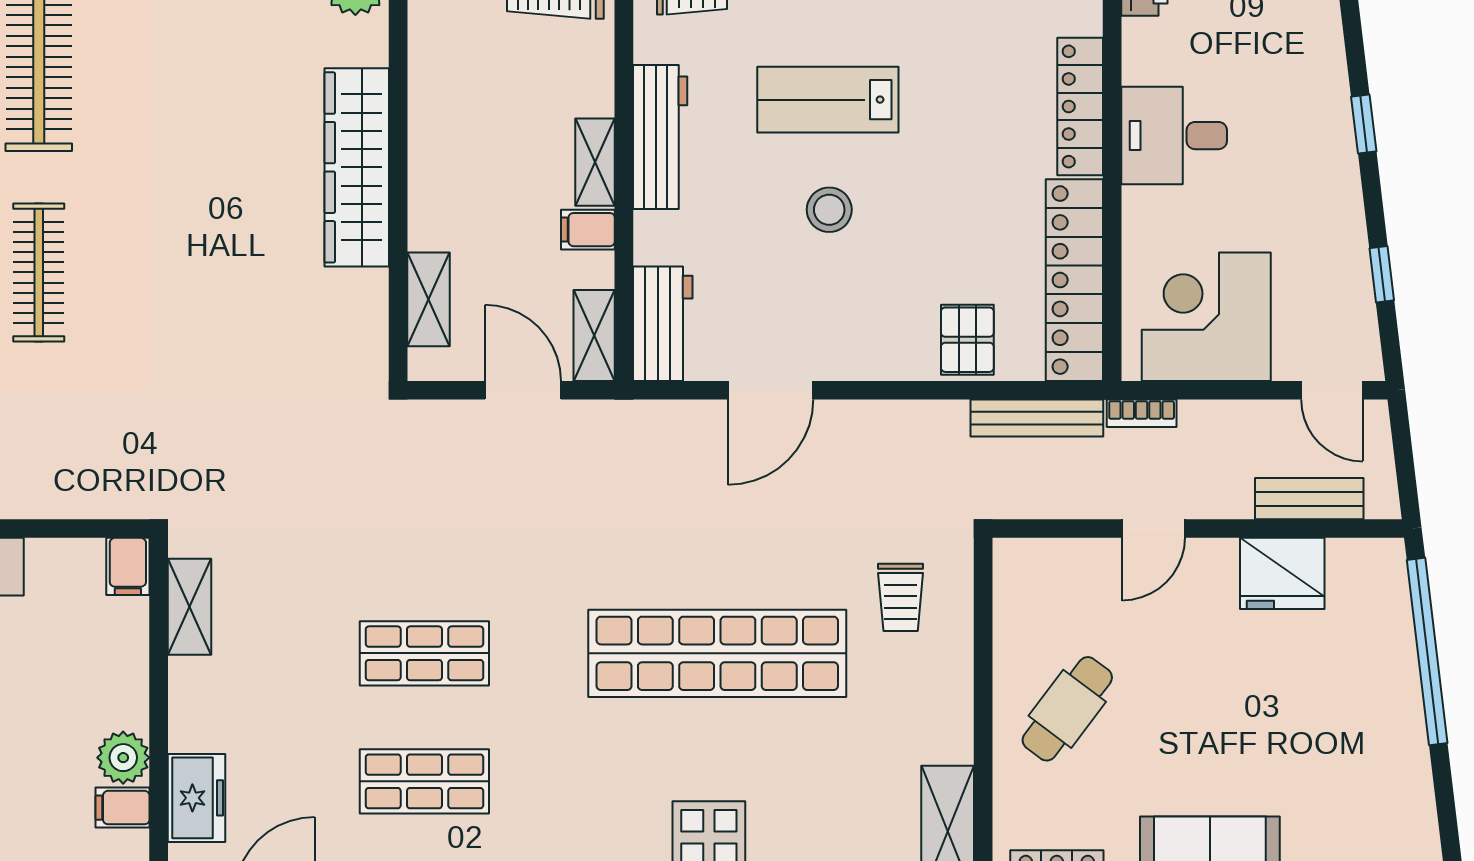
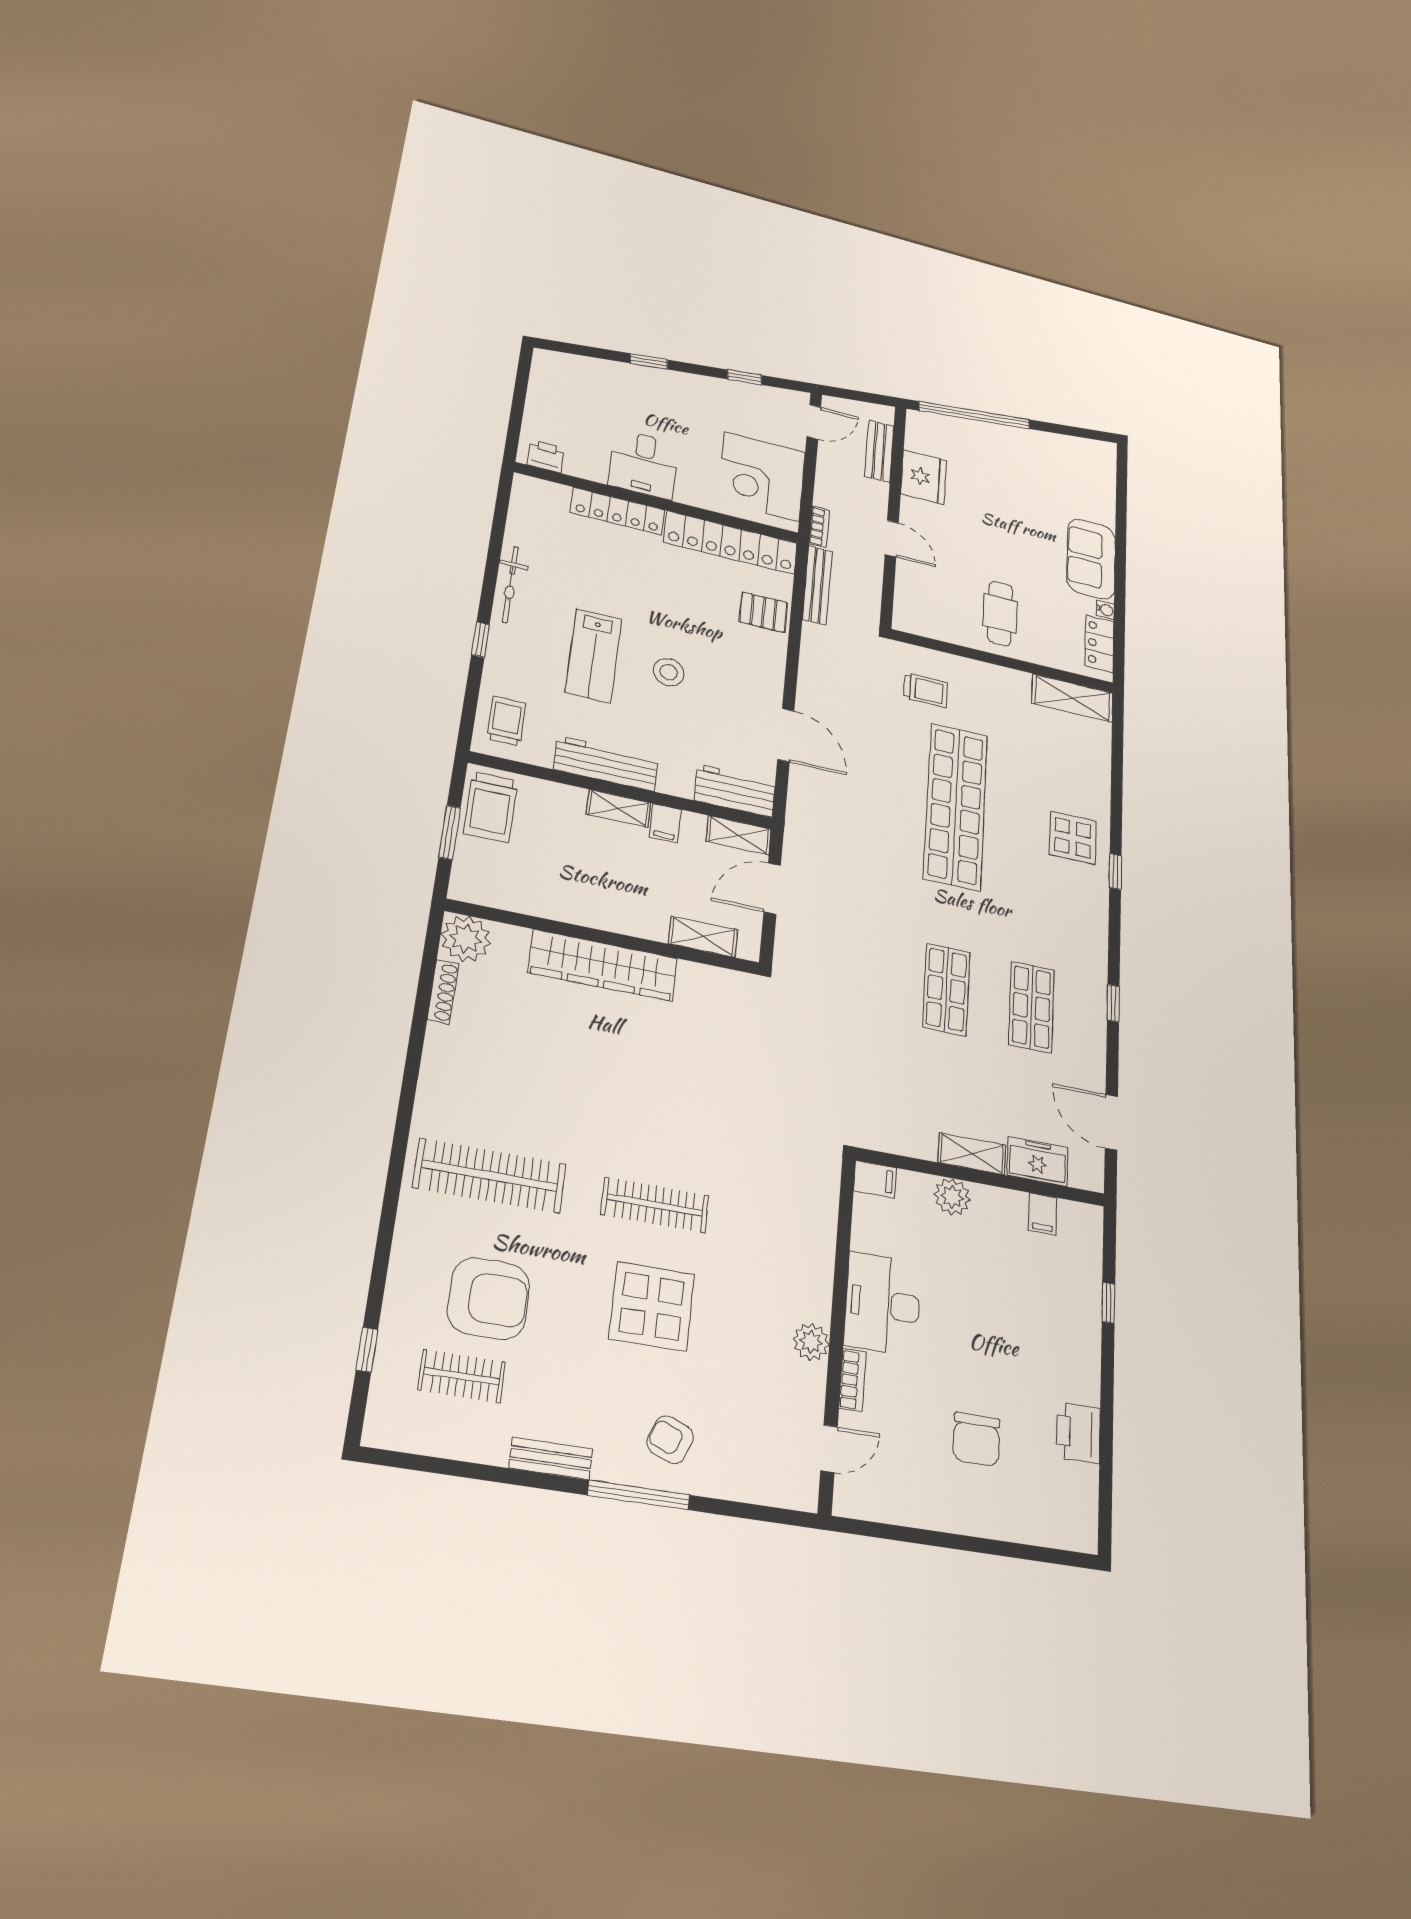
shelving: (189, 607) -> (972, 1154), moved
cafe table: (1067, 709) -> (1000, 613), turned 53
plant: (123, 758) -> (952, 1197), moved

